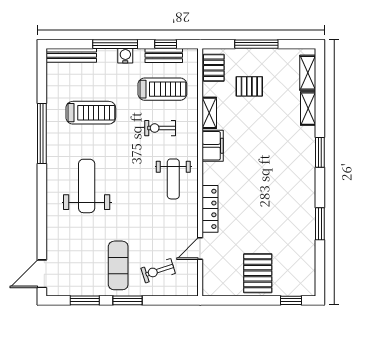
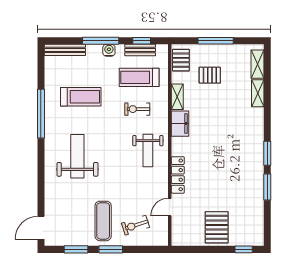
treadmill: (162, 89) -> (139, 77), turned 180
window: (320, 152) -> (267, 153), moved

